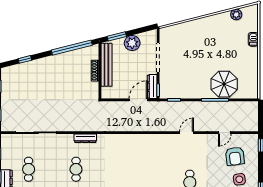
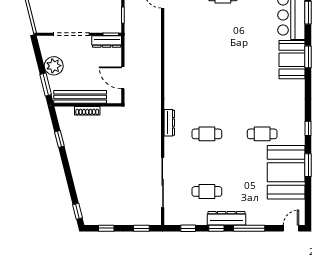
window: (72, 48) -> (59, 139), width x0.32
window: (25, 59) -> (78, 211), moved
door: (138, 100) -> (123, 78), moved

